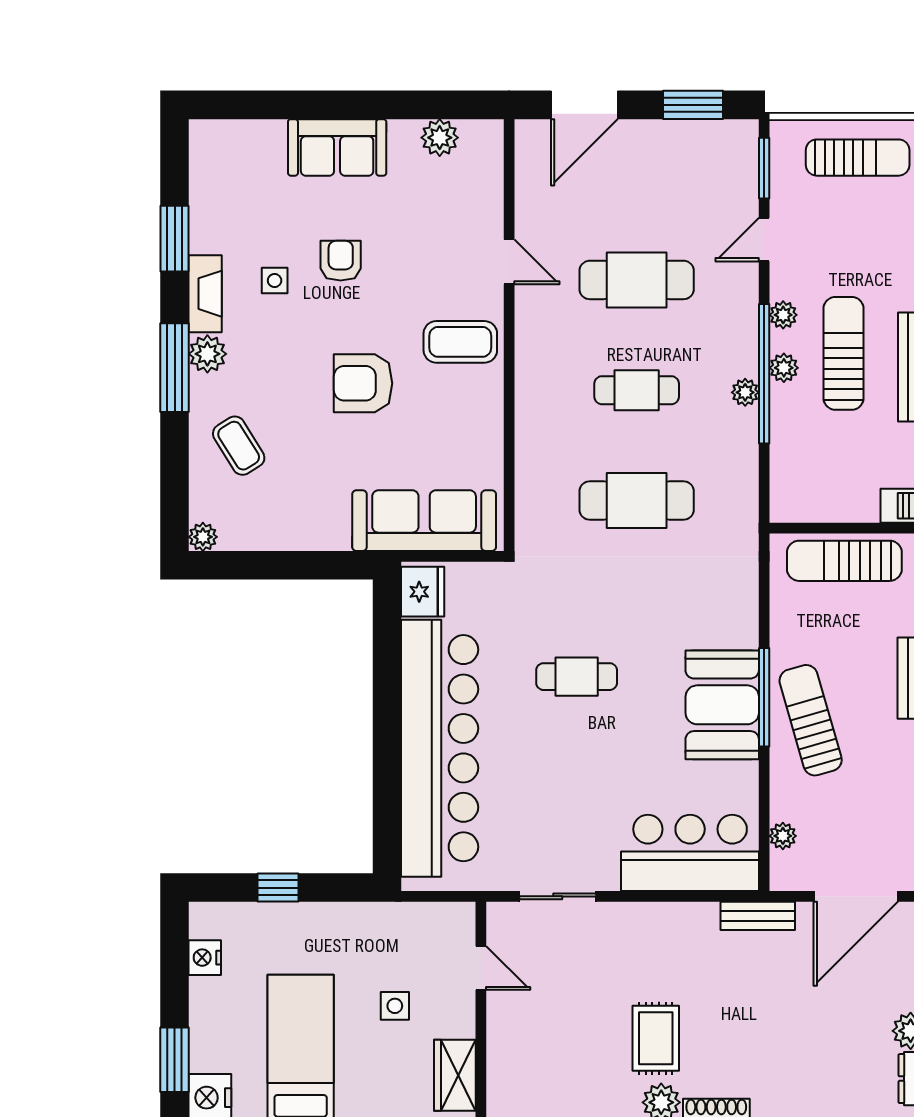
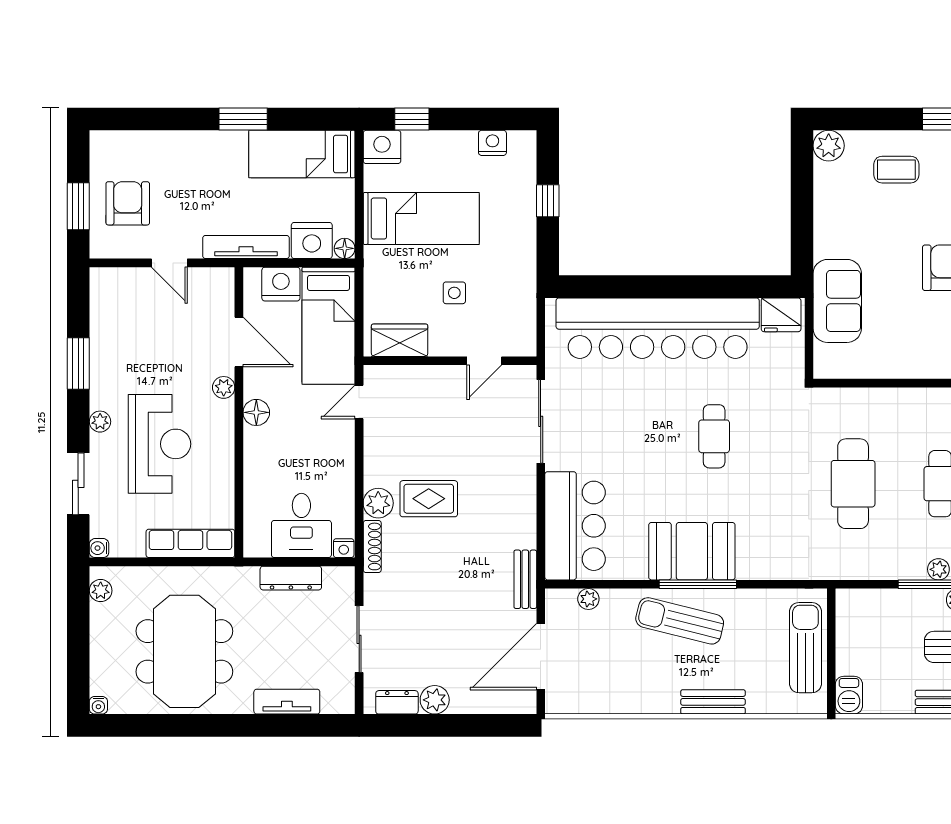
coffee table: (239, 446) -> (896, 170), turned 32
sofa: (424, 521) -> (837, 301), width x0.73
plant: (203, 537) -> (829, 146), width x1.38, depth x1.38
sun lounger: (811, 720) -> (680, 621), turned -150
sliding door: (558, 896) -> (541, 421), width x1.37
door: (856, 896) -> (541, 657), hinge flipped
window: (175, 1060) -> (412, 119), width x0.67

